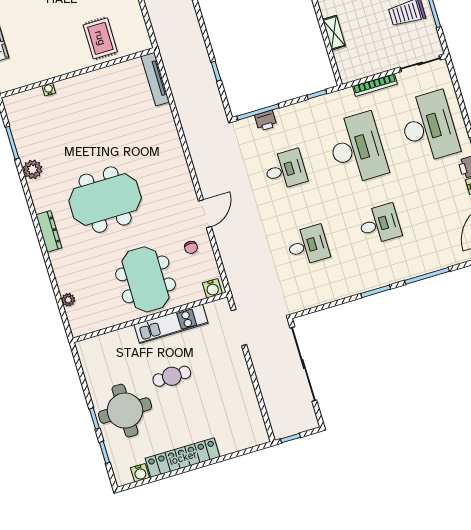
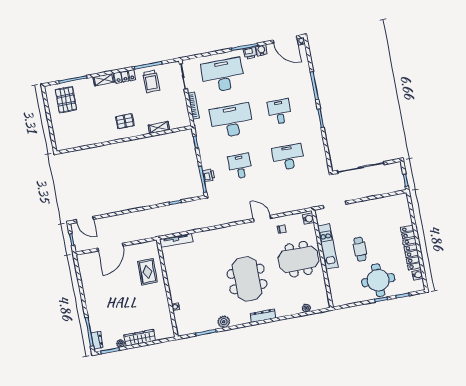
rug: (100, 38) -> (147, 272), turned 90
desk: (308, 246) -> (288, 157), width x1.37

